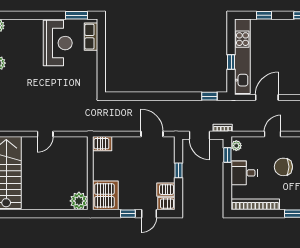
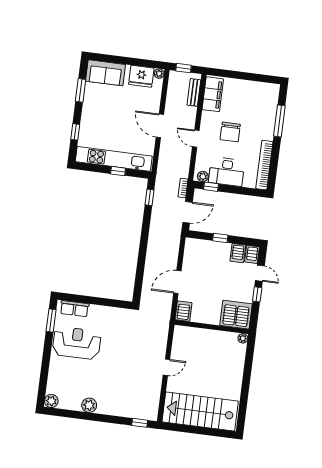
door: (267, 97) -> (160, 126), moved
door: (45, 134) -> (166, 367), hinge flipped
door: (152, 134) -> (177, 282), moved
desk: (244, 173) -> (227, 172), width x1.37
plant: (79, 201) -> (243, 338), width x0.53, depth x0.53

